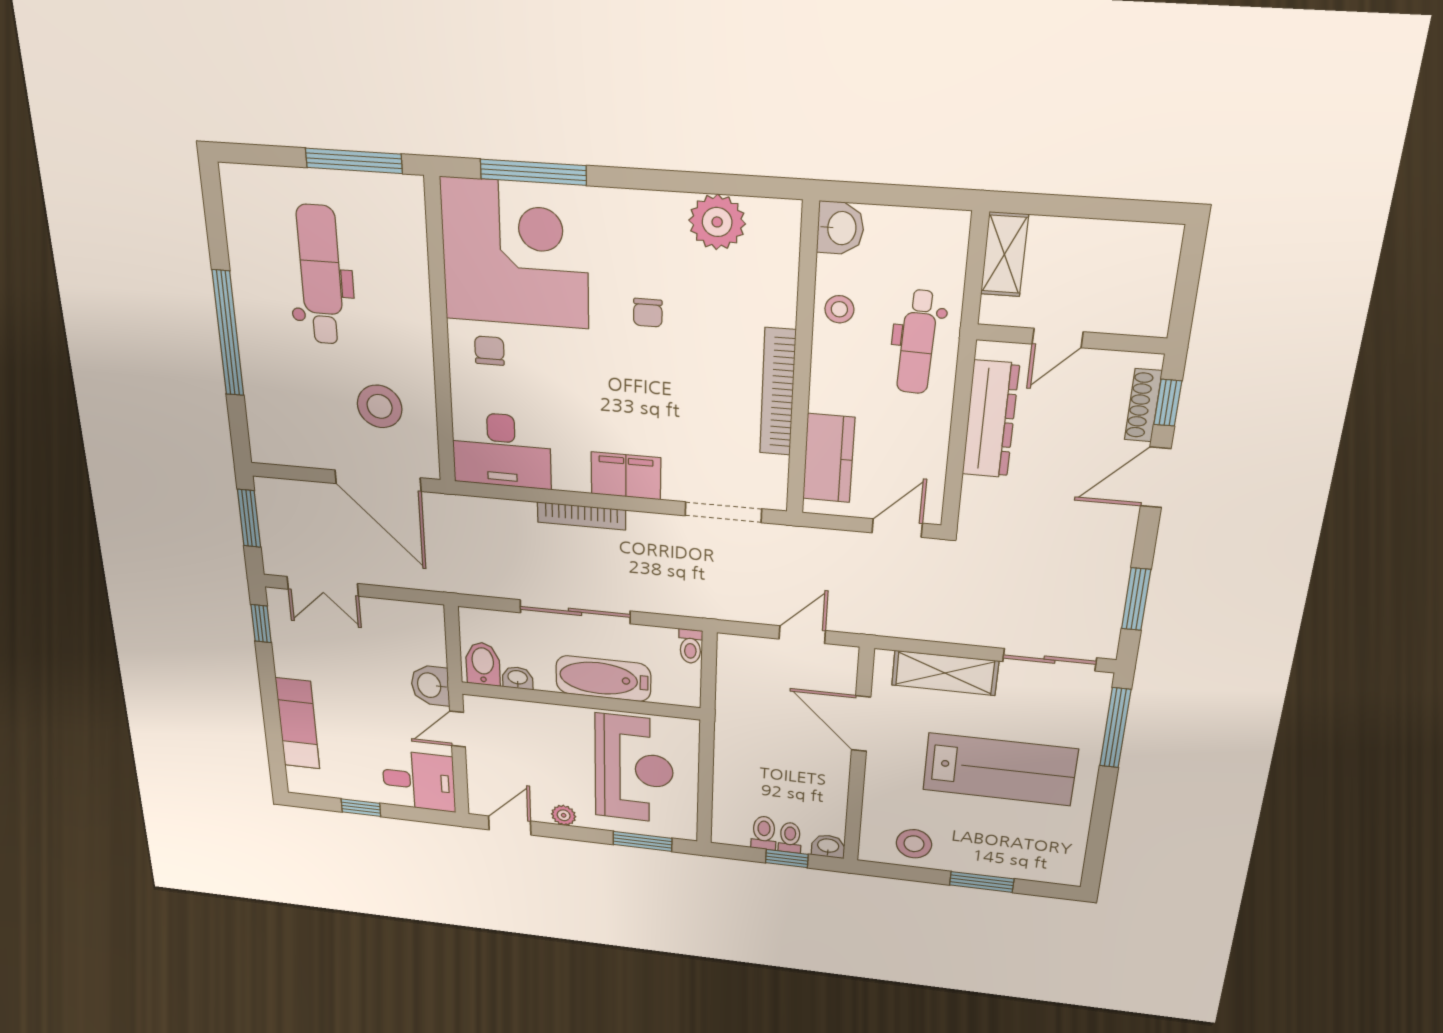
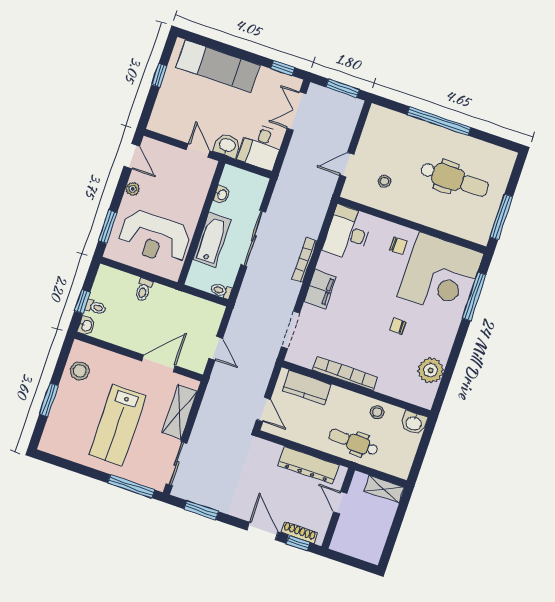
stool: (380, 406) -> (384, 181), width x0.53, depth x0.53
door: (378, 481) -> (347, 165), width x0.53
bidet: (483, 664) -> (234, 179), removed
exam couch: (298, 724) -> (218, 66), width x1.36, depth x1.45
desk: (419, 781) -> (261, 147), moved
toilet: (764, 833) -> (143, 290), moved, turned 90

